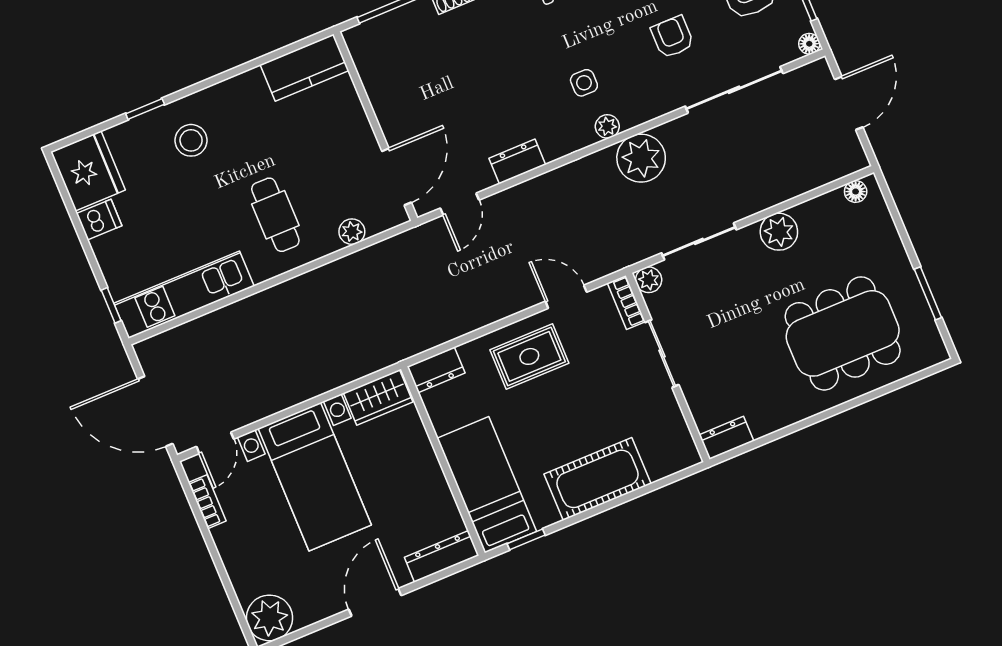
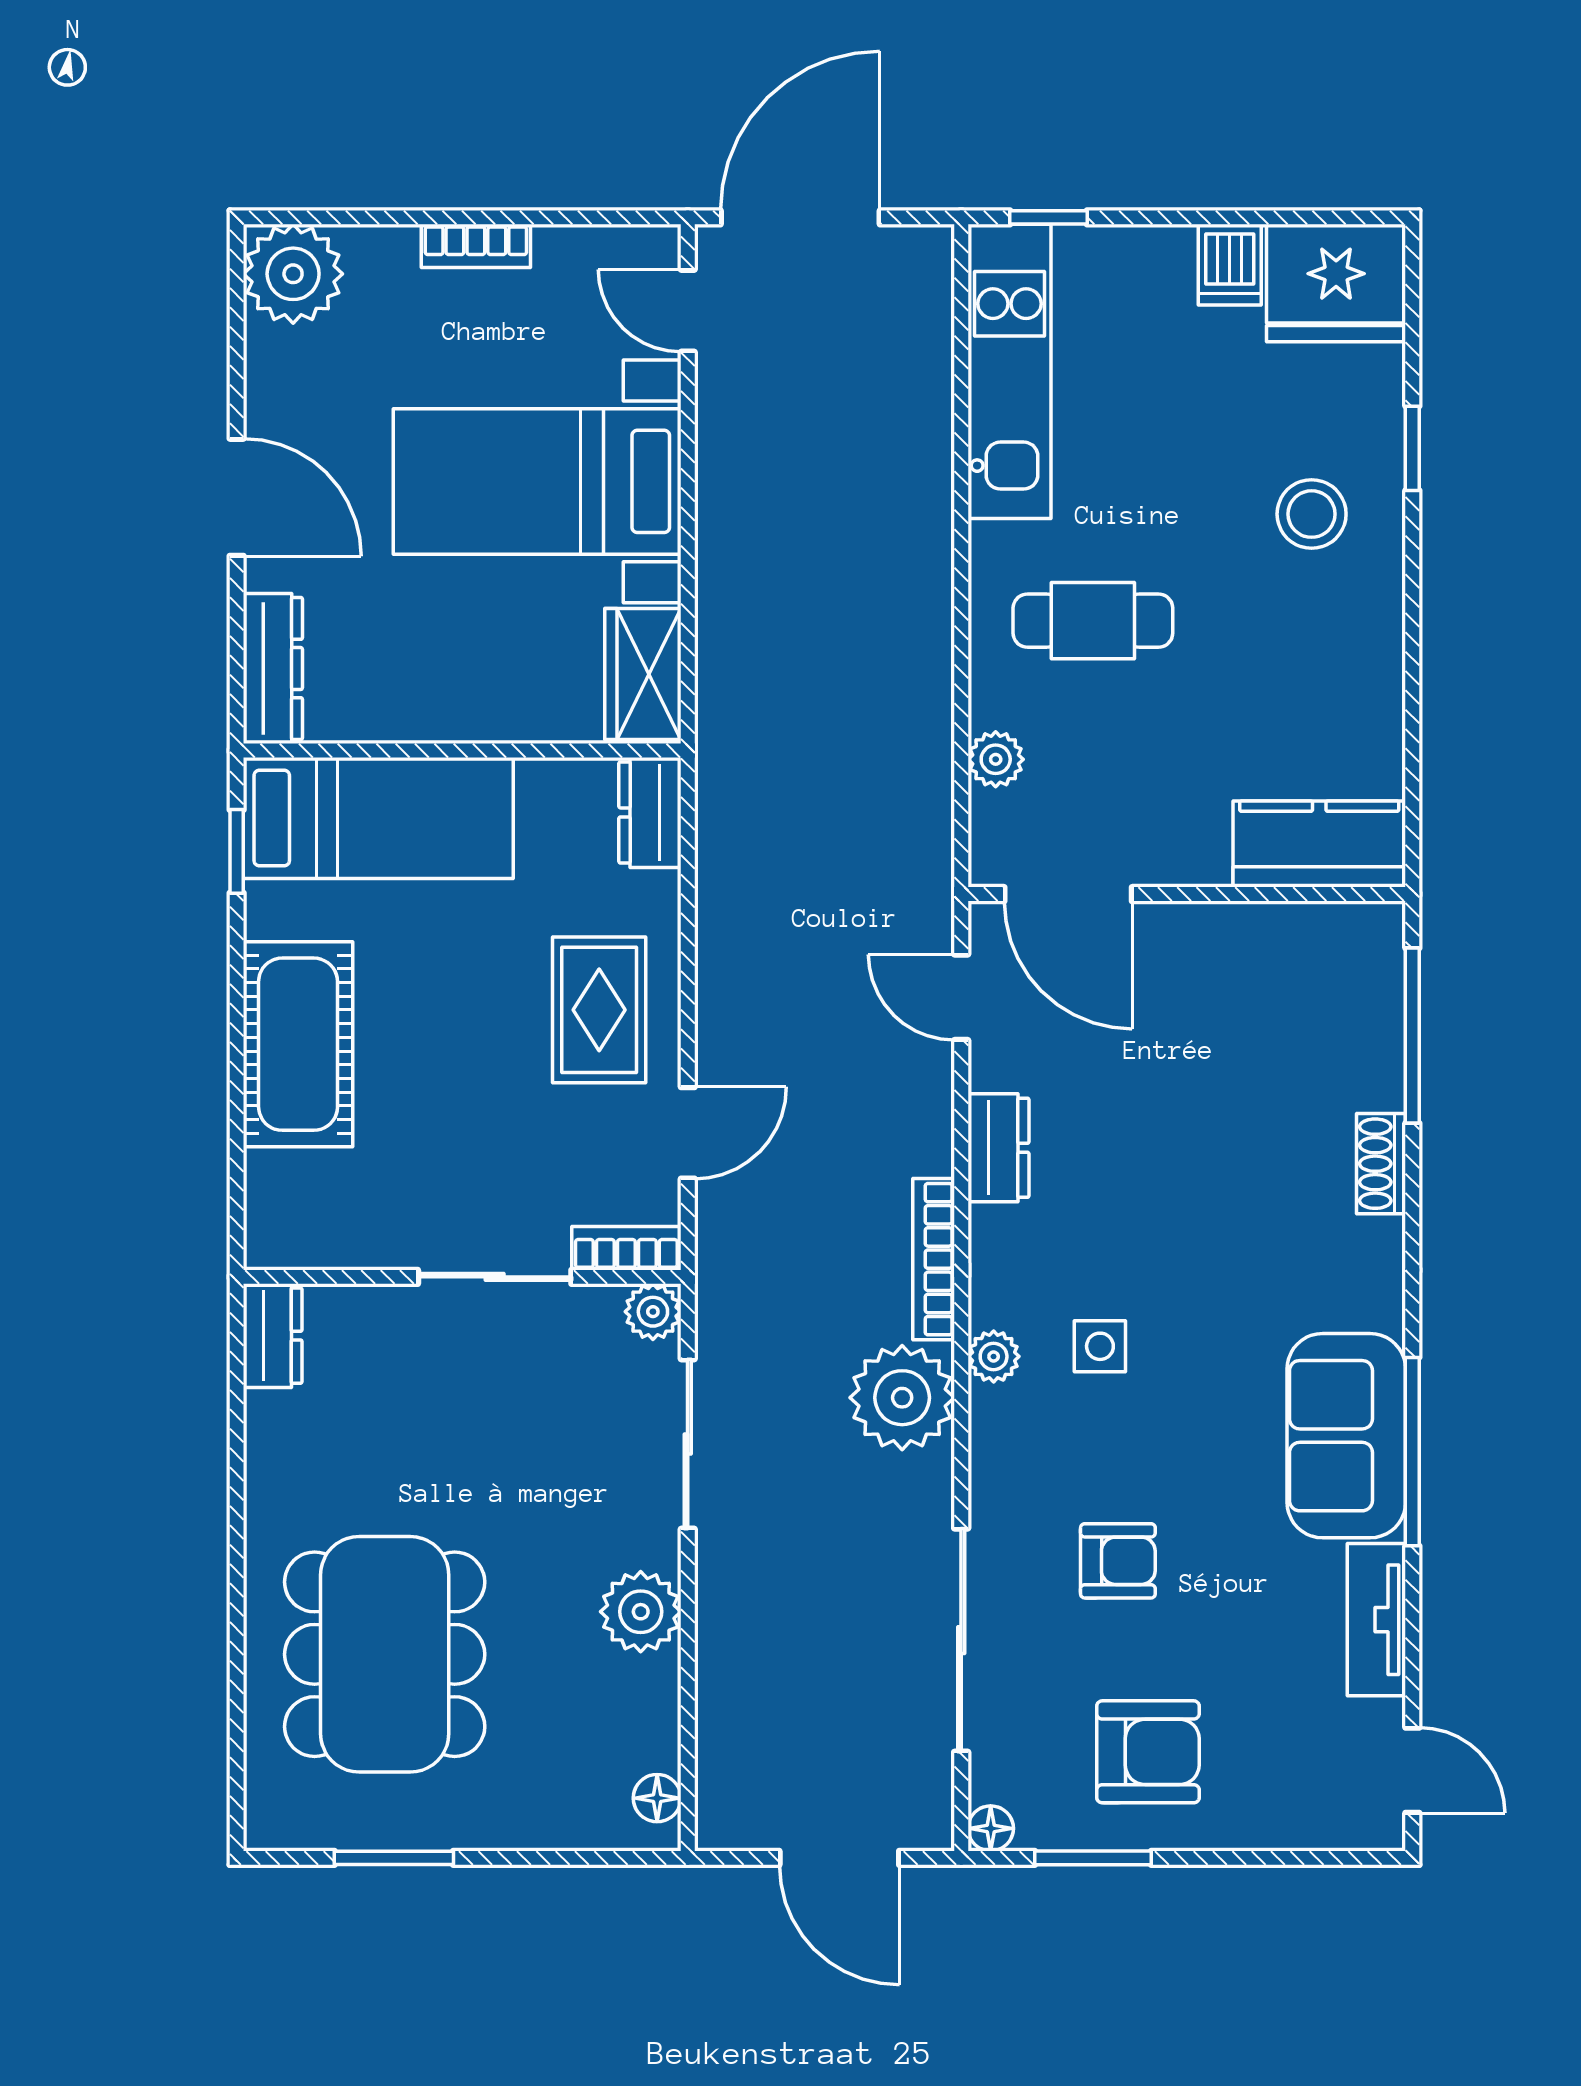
kitchen counter: (305, 68) -> (1319, 844), moved, turned 90
bookcase: (576, 169) -> (934, 1259), added
bookcase: (207, 502) -> (476, 246), moved

